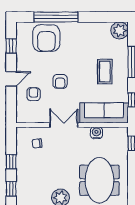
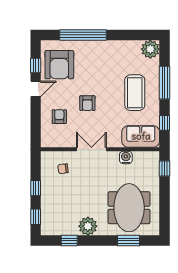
armchair: (46, 38) -> (59, 65), moved
coffee table: (105, 72) -> (135, 93), width x1.36, depth x1.32
door: (11, 79) -> (36, 89), moved
sofa: (104, 113) -> (141, 136), width x0.73

